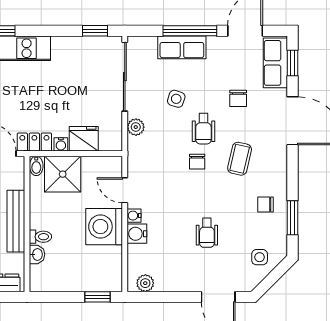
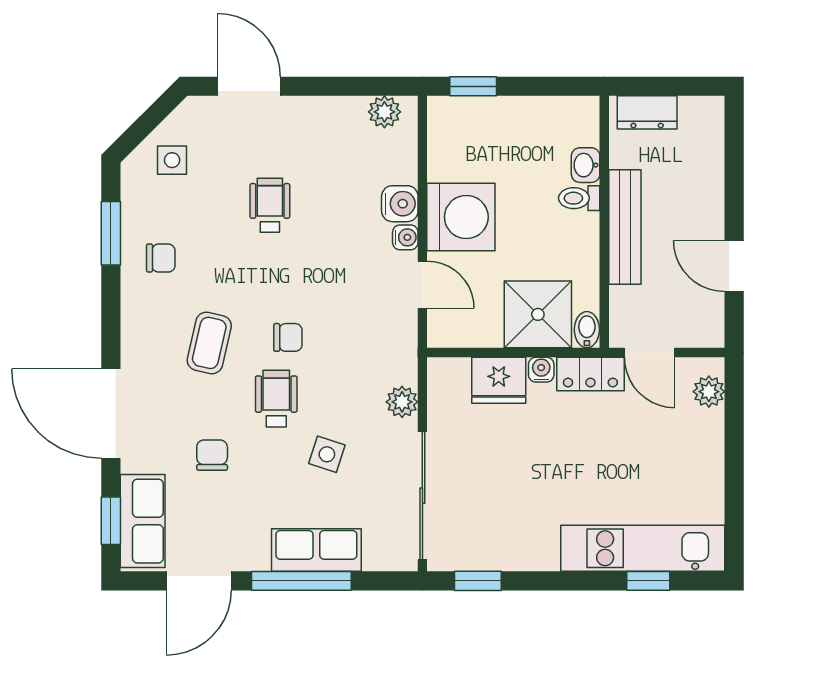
chair: (197, 162) -> (288, 337), turned 90

